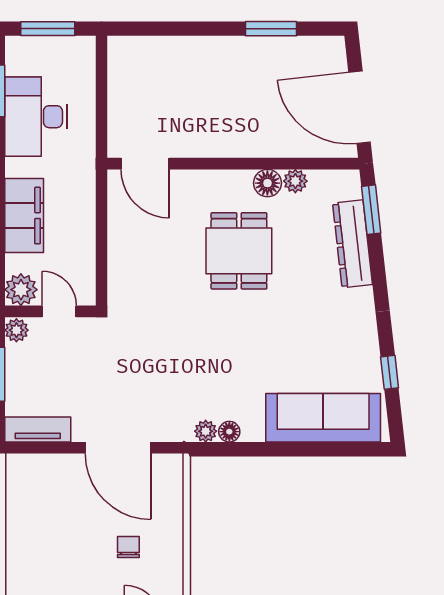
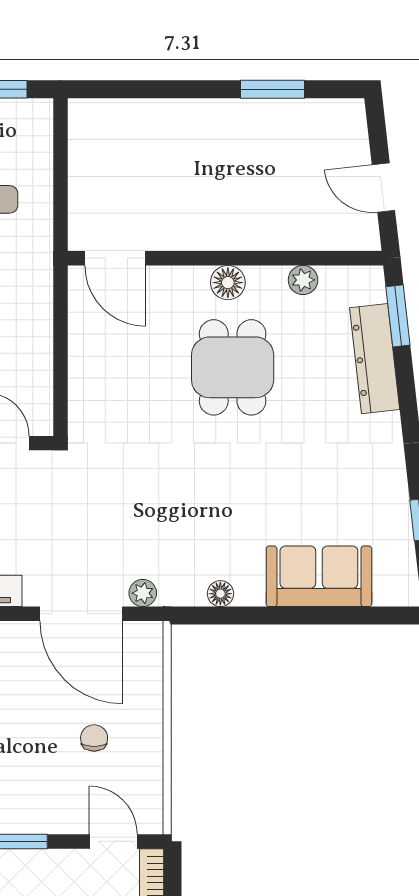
door: (360, 107) -> (383, 188), width x0.53
floor lamp: (267, 183) -> (228, 283), moved
sofa: (323, 418) -> (319, 576), width x0.73
plant: (206, 431) -> (143, 593), moved

